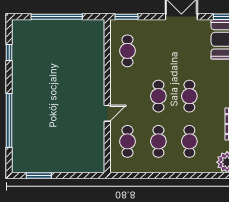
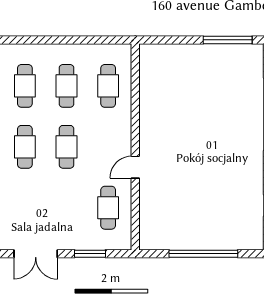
window: (127, 17) -> (90, 254), moved
door: (107, 113) -> (135, 167), moved
window: (39, 176) -> (228, 40), width x1.44

